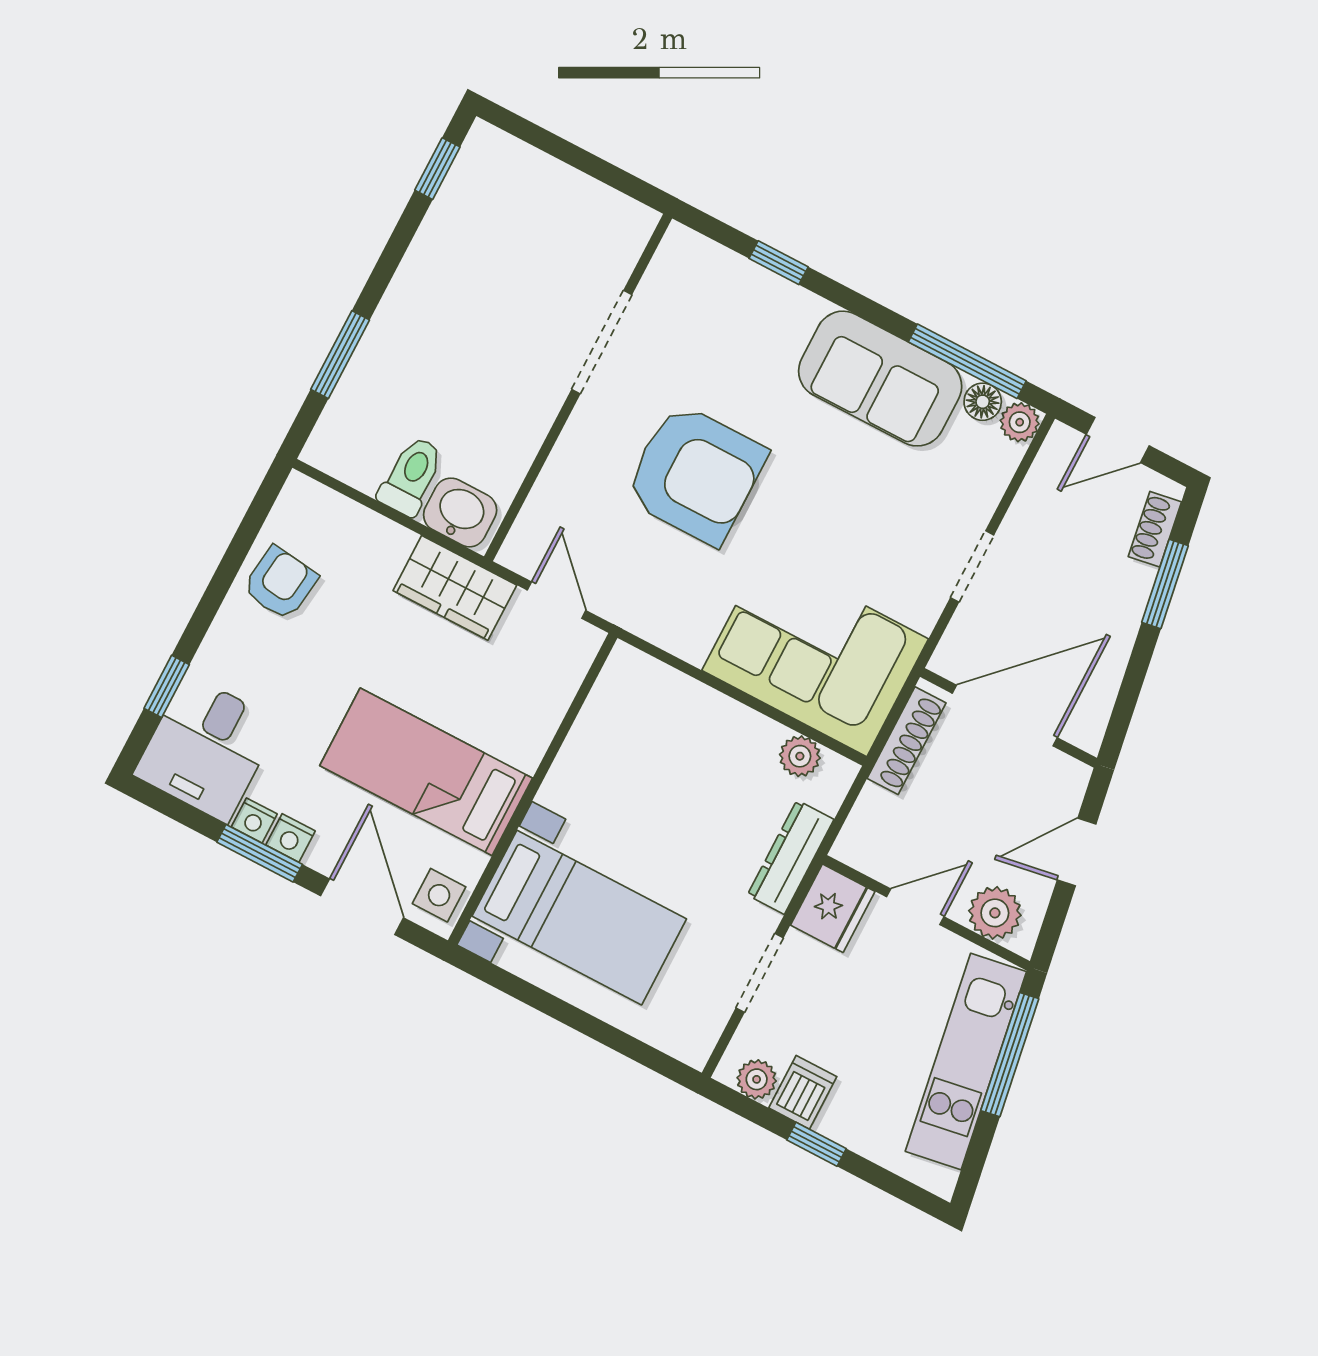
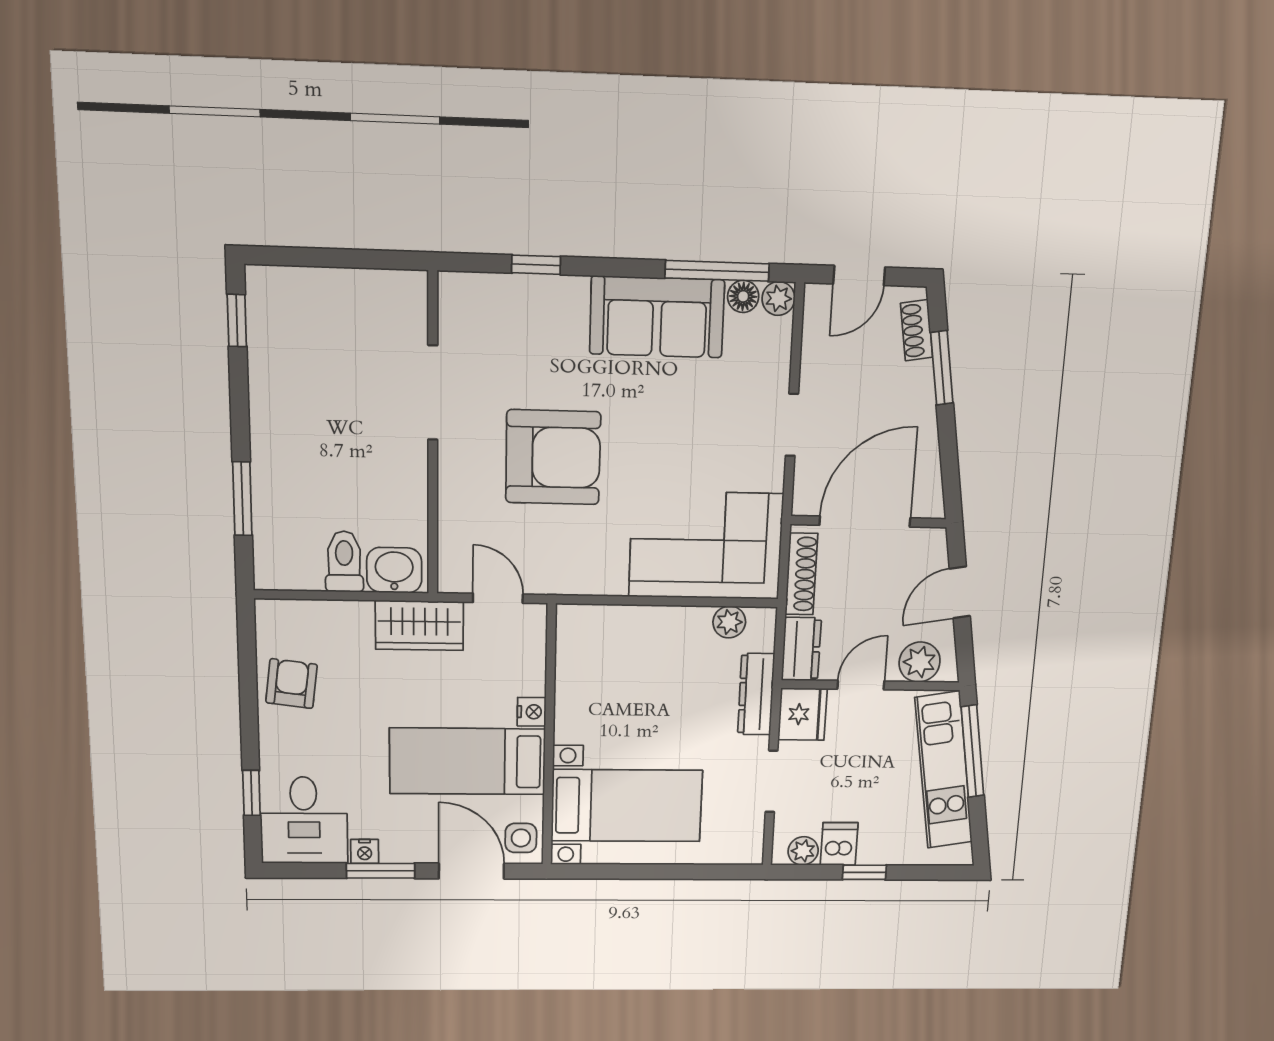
dresser: (867, 829) -> (801, 649), added
nightstand: (290, 838) -> (532, 712), moved, turned -90

